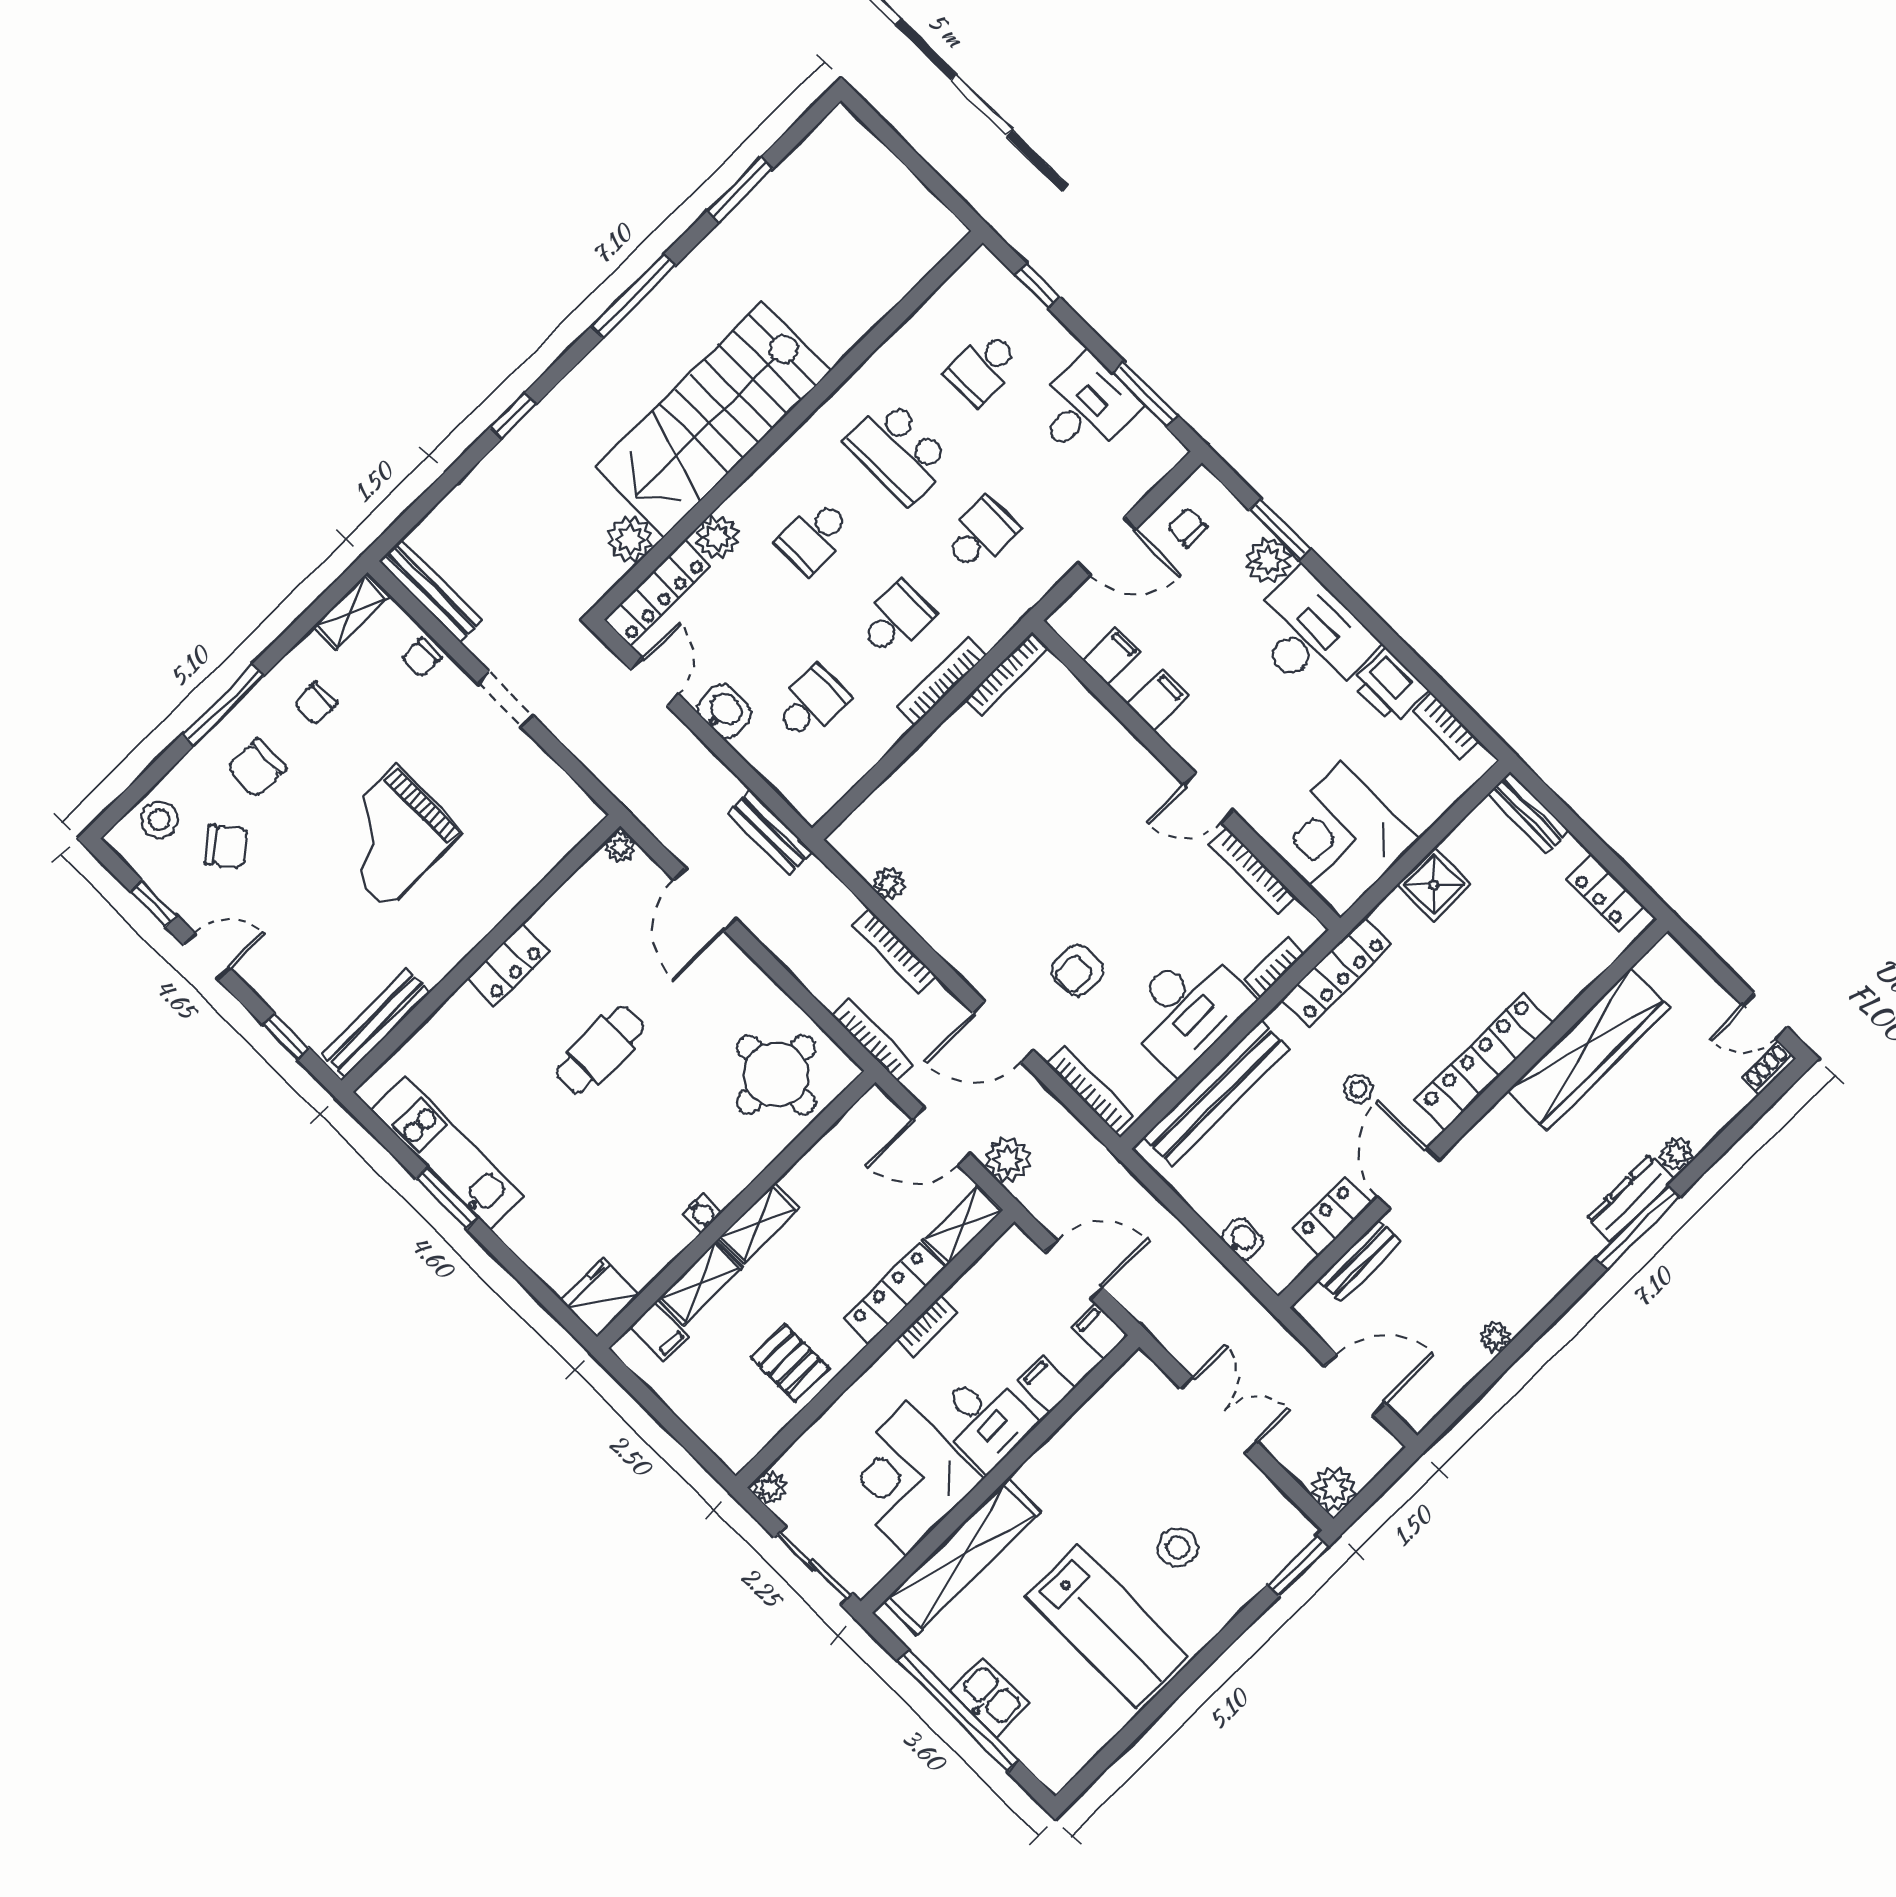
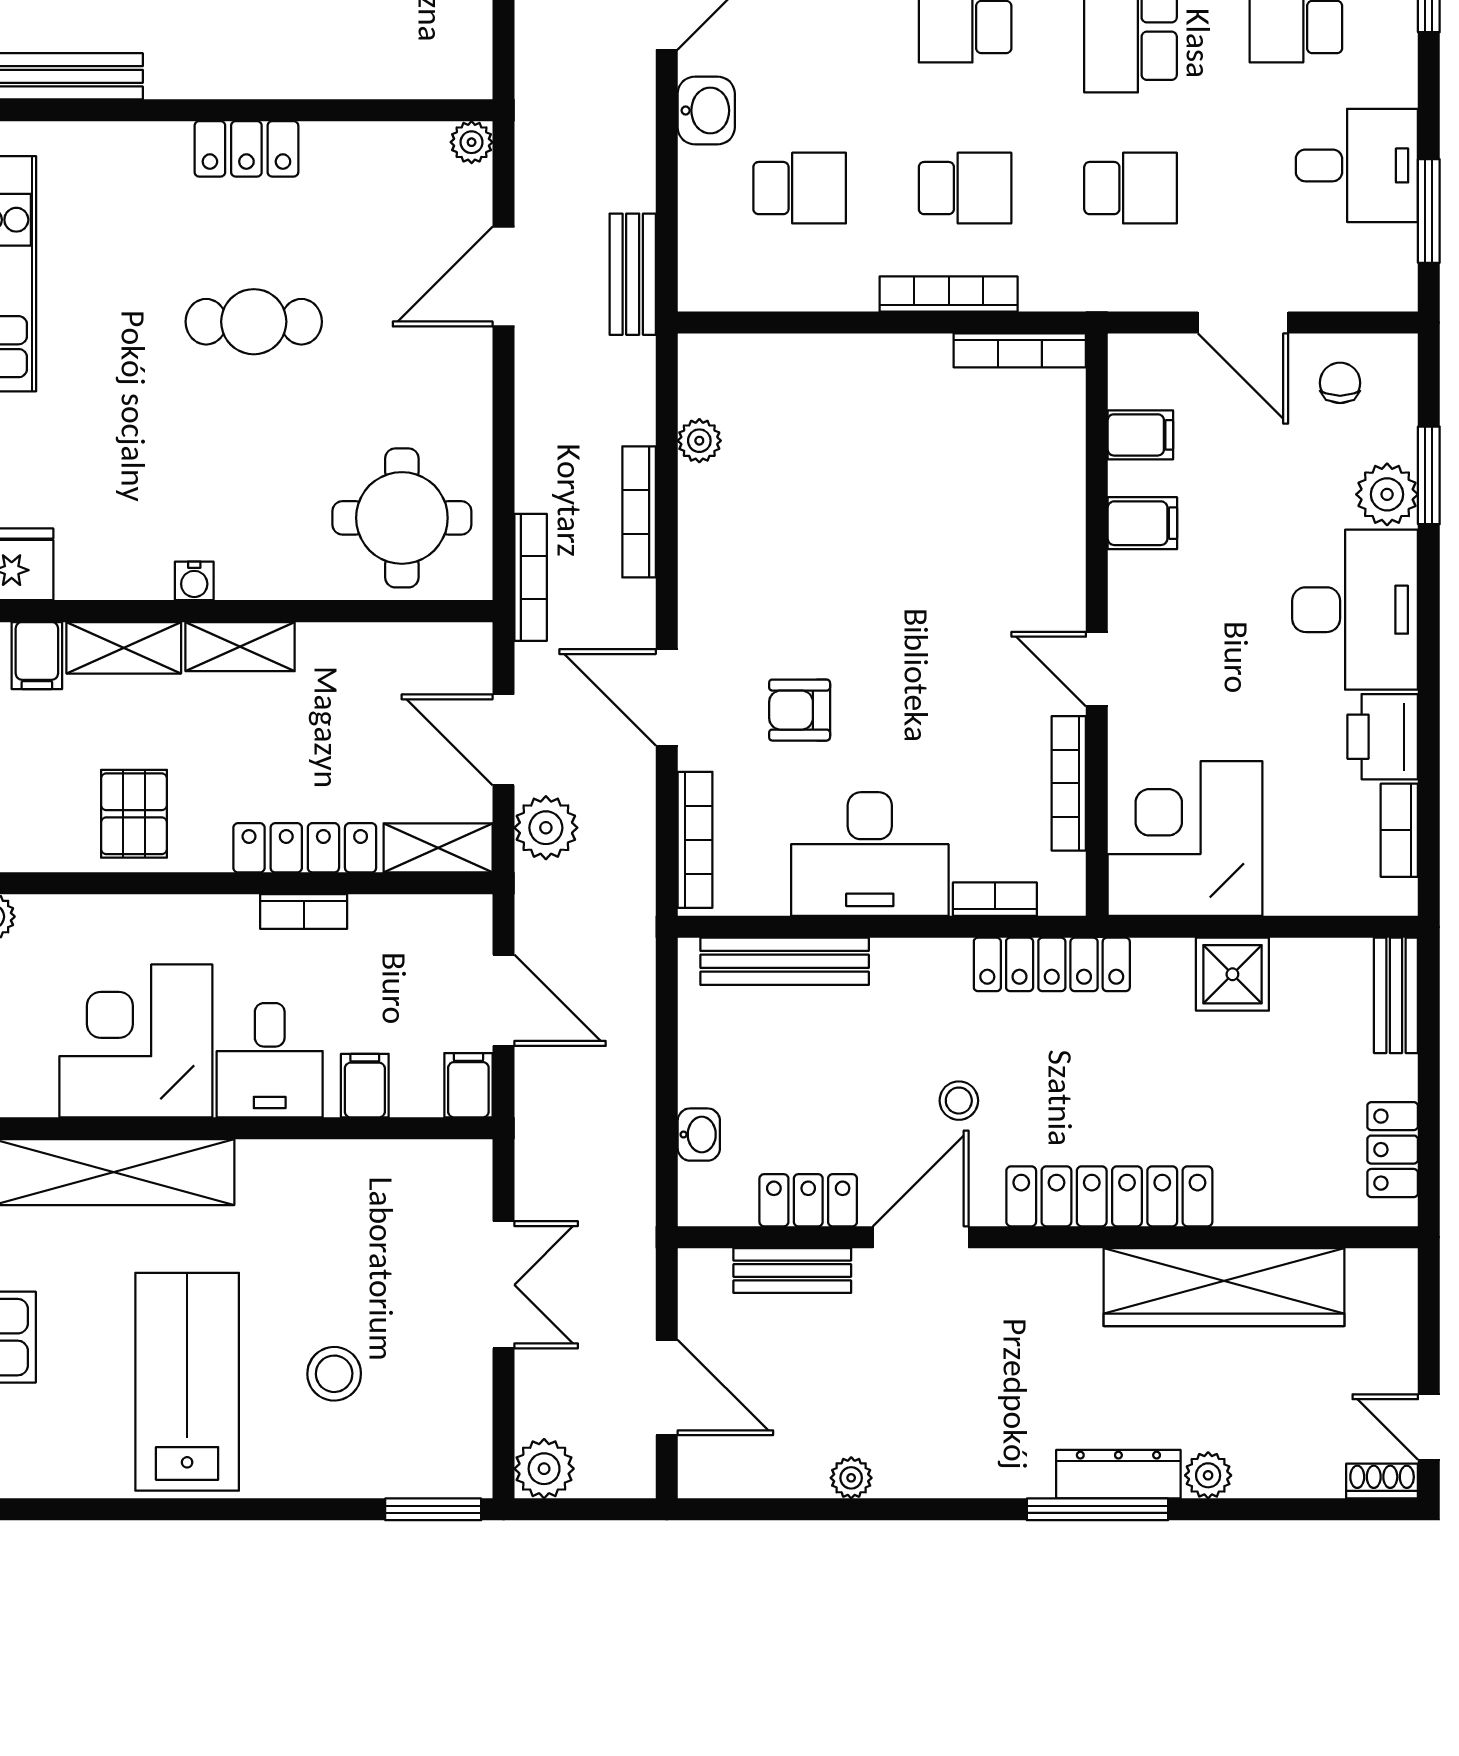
bench: (1216, 1093) -> (785, 961), width x0.73, depth x0.82
lab bench: (1107, 1626) -> (187, 1382), turned 180

